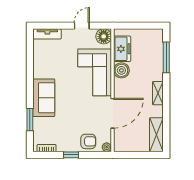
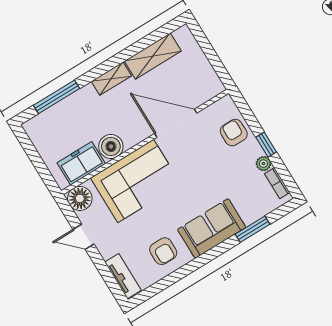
armchair: (48, 64) -> (163, 251), added
shelving: (156, 135) -> (153, 56), moved
plant: (107, 147) -> (263, 164), moved

